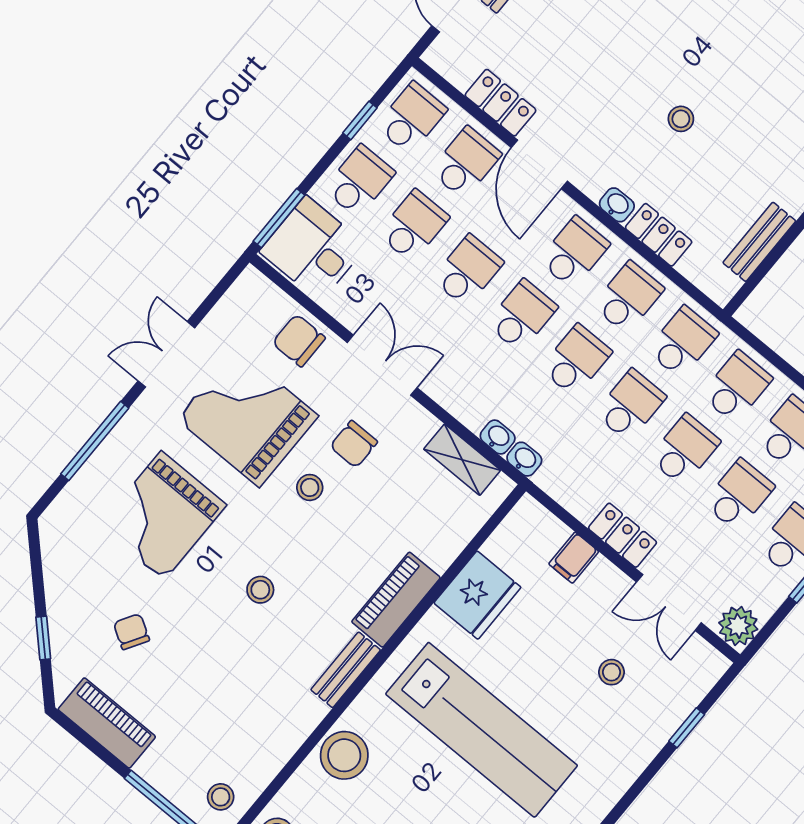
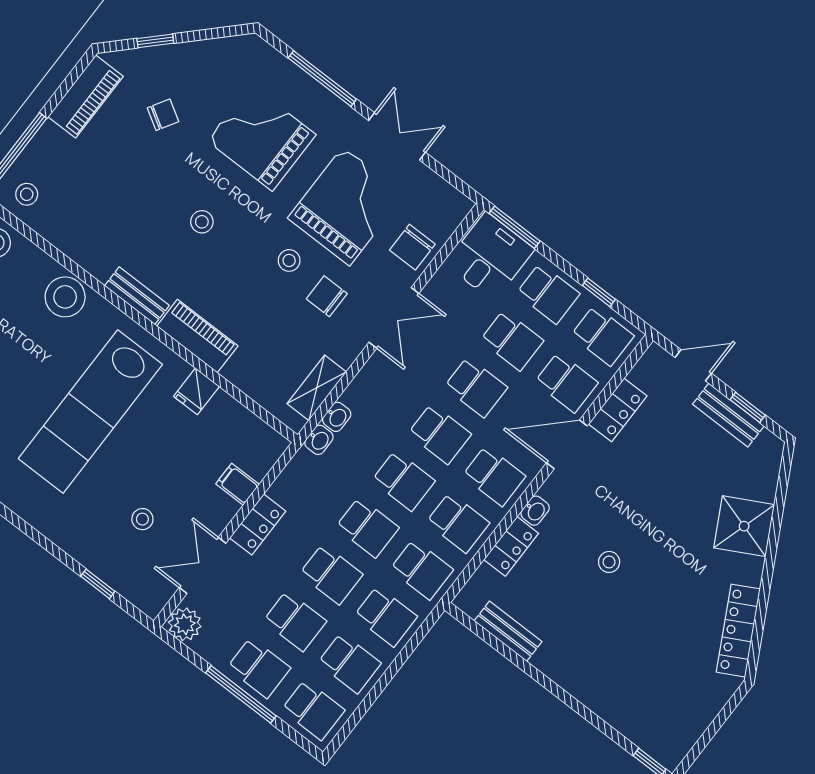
chair: (299, 340) -> (412, 247), turned 180
fridge: (477, 595) -> (196, 391), width x0.53, depth x0.75

